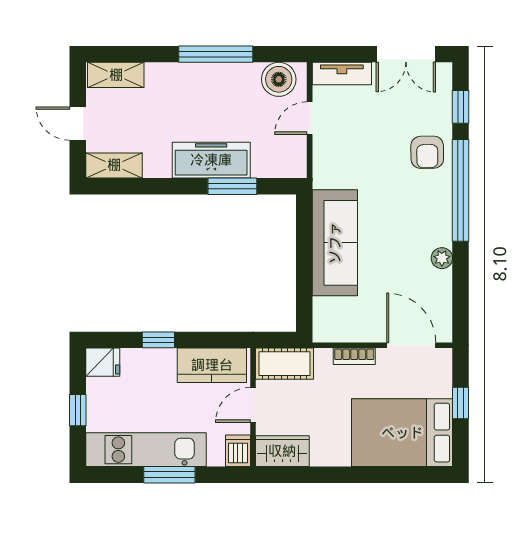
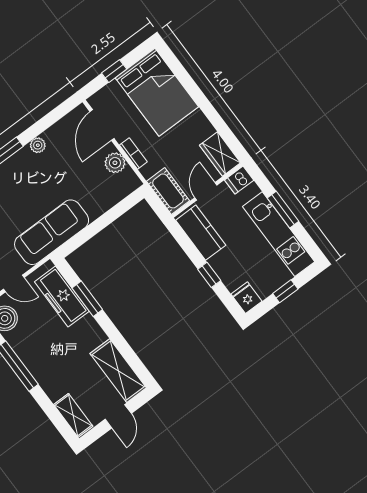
freezer: (211, 160) -> (62, 296), moved
shelving: (114, 165) -> (118, 371), width x1.50, depth x1.33
sofa: (335, 243) -> (52, 232), moved
plant: (359, 329) -> (115, 163), added
door: (253, 405) -> (206, 191), swing flipped

